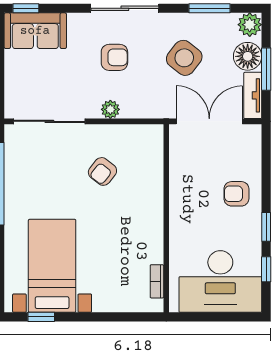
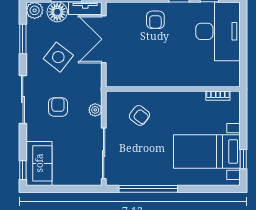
wall: (166, 218) -> (173, 89), moved
bookcase: (157, 281) -> (218, 96), moved

